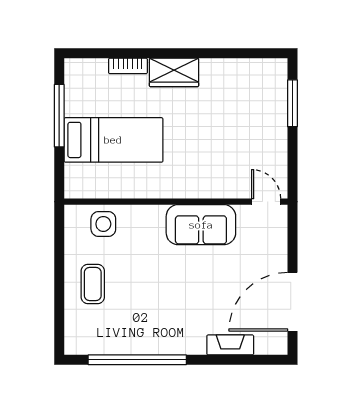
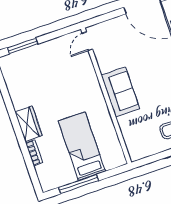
side table: (103, 224) -> (135, 135), removed
sofa: (201, 225) -> (120, 92), moved

